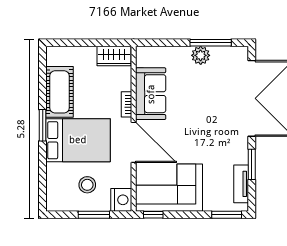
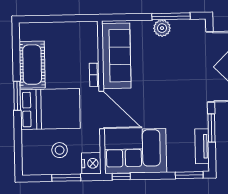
wardrobe: (114, 56) -> (82, 30), removed
sofa: (151, 94) -> (116, 56), width x1.36

